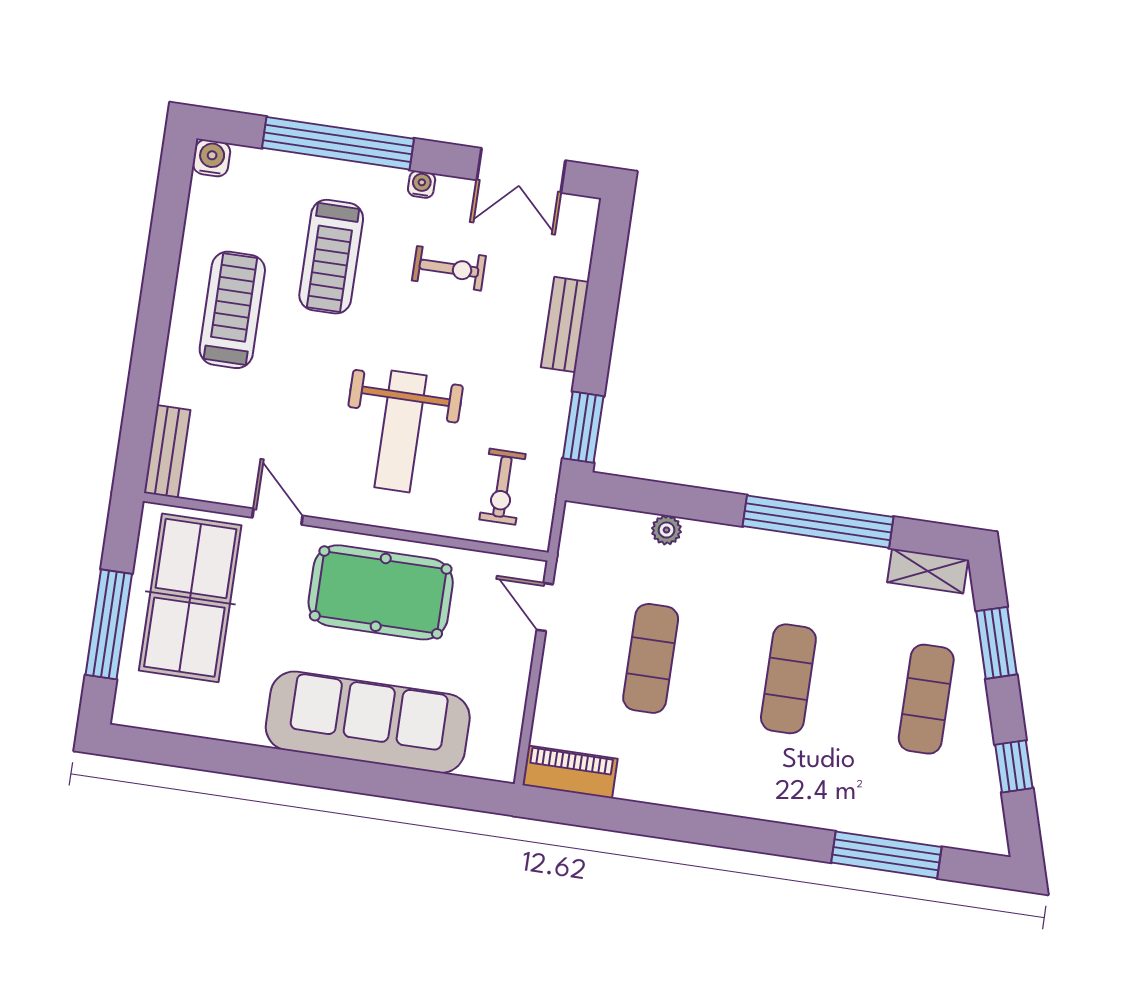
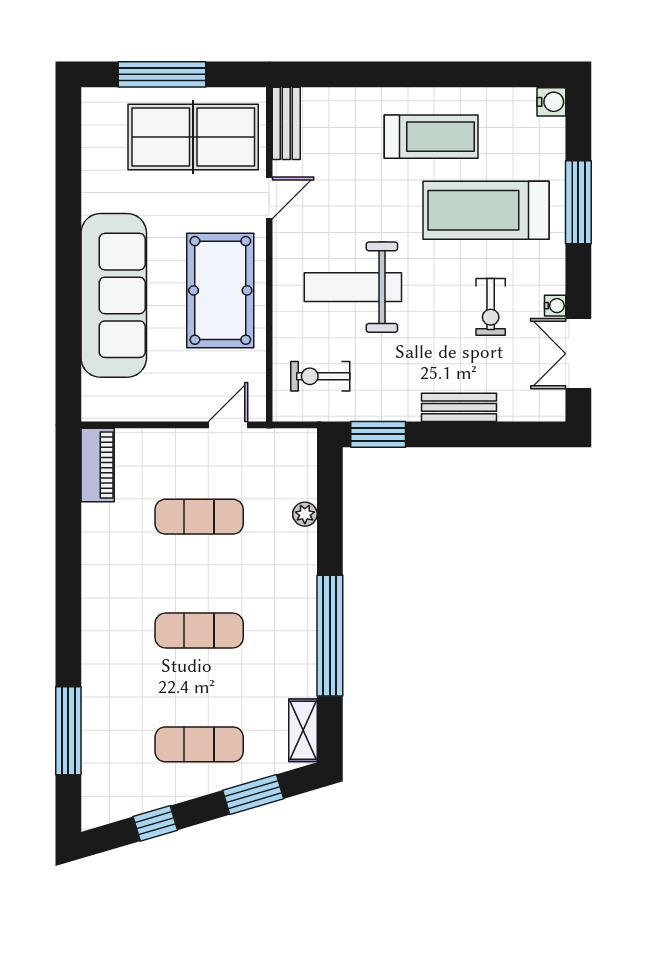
window: (338, 143) -> (578, 202), width x0.68
water cooler: (422, 184) -> (555, 306), moved
treadmill: (331, 257) -> (486, 210), width x1.37, depth x1.38
bench: (167, 451) -> (286, 123), moved, turned 90

